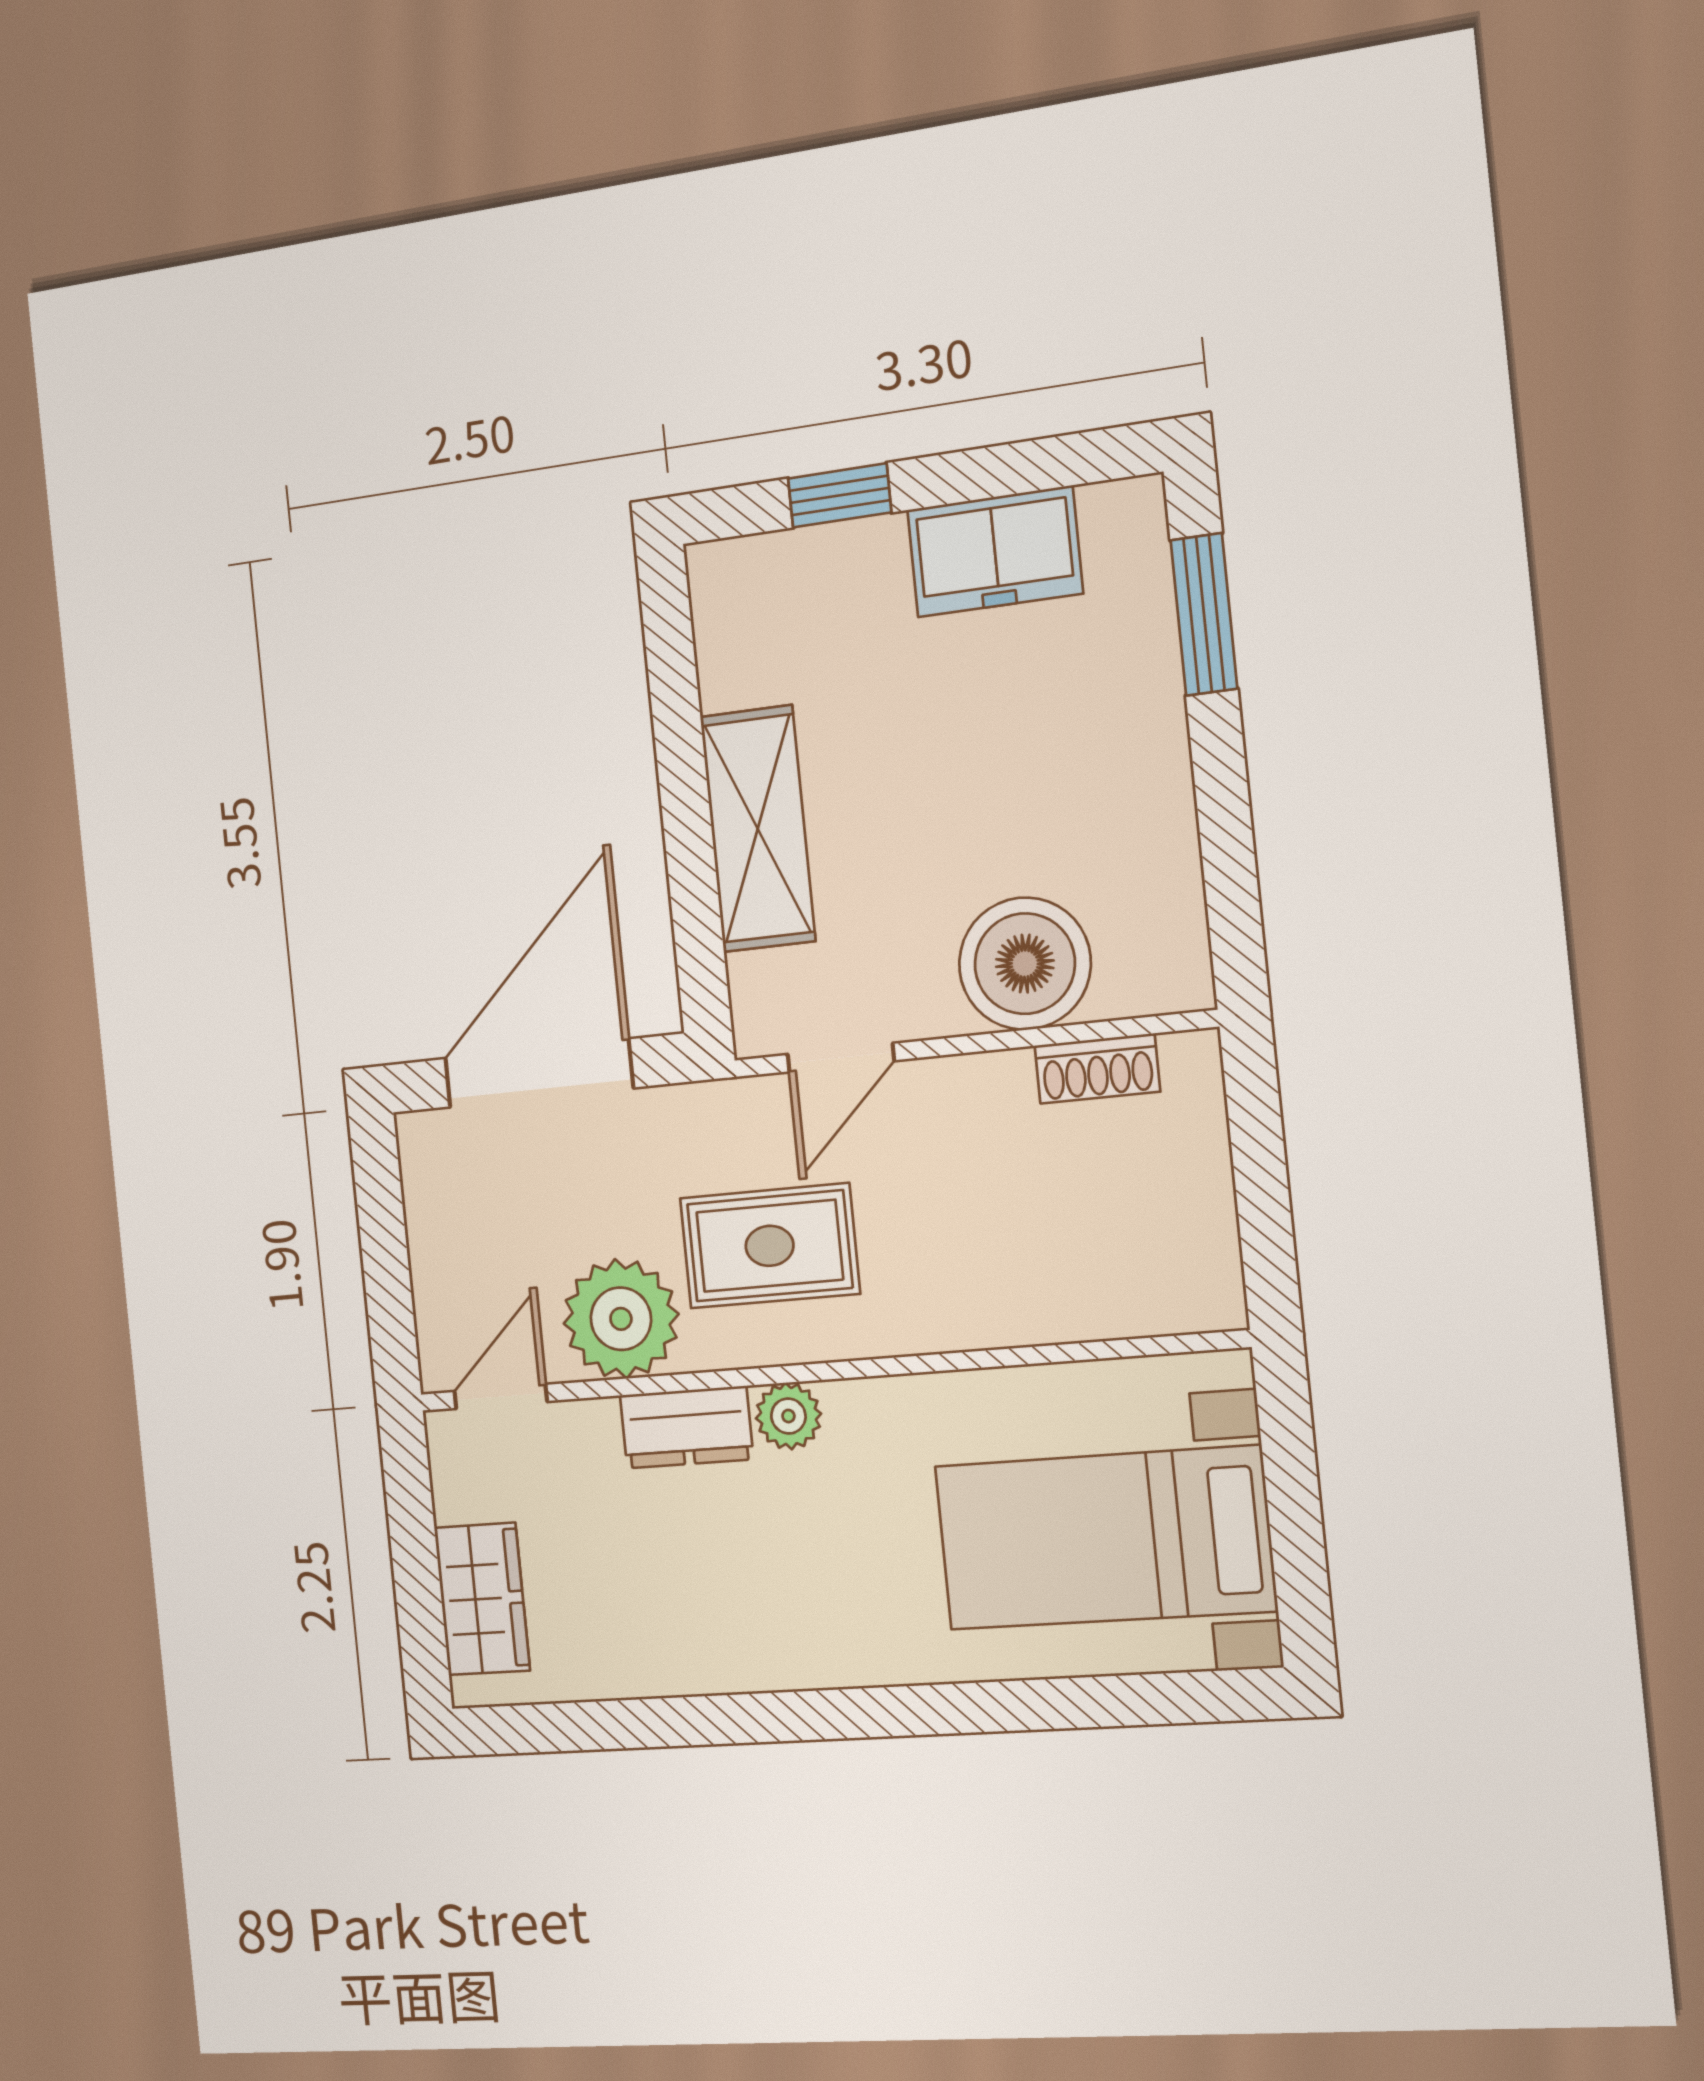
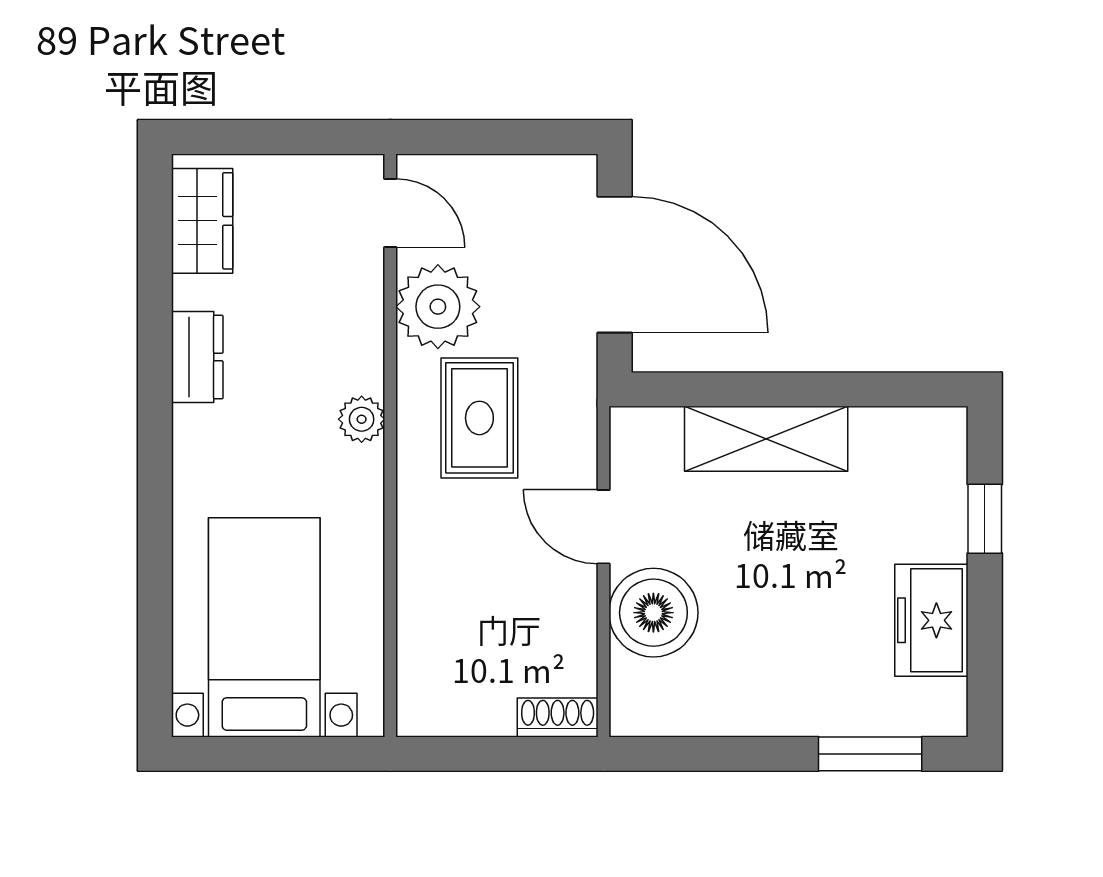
door: (841, 1058) -> (603, 527), moved
shoe rack: (1097, 1069) -> (558, 717), moved, turned 90
dresser: (686, 1427) -> (197, 357), moved, turned 180
wardrobe: (482, 1599) -> (202, 221), moved, turned -90

